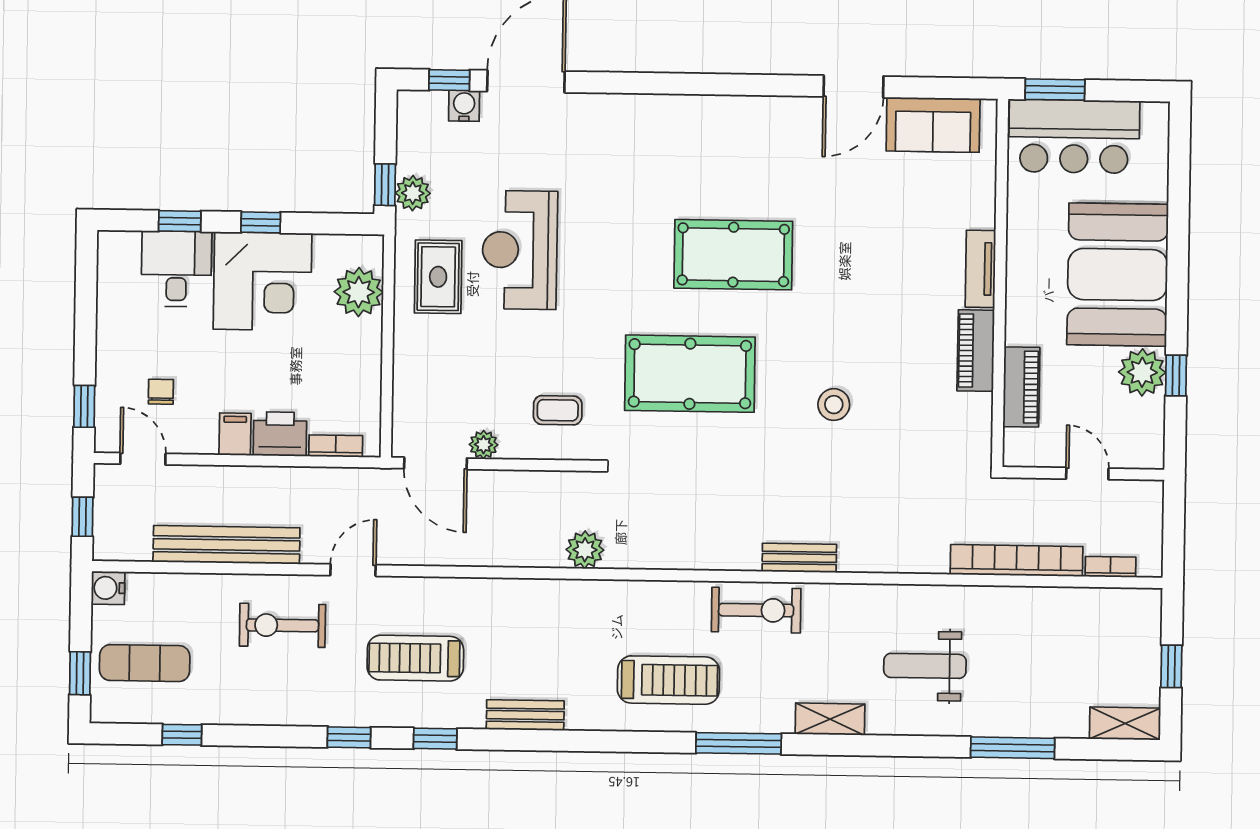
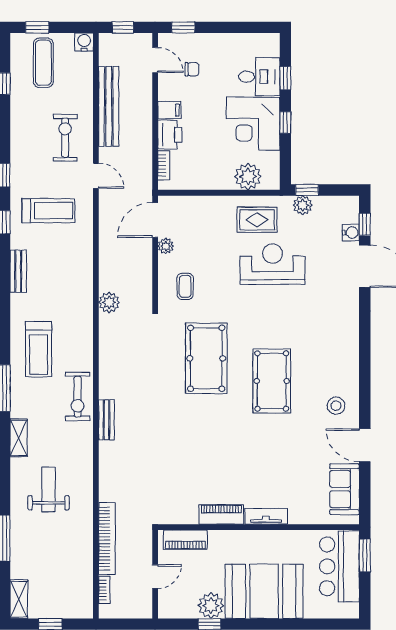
piano: (1021, 387) -> (185, 540), moved
stool: (834, 405) -> (336, 406), moved
door: (143, 459) -> (155, 60), hinge flipped
treadmill: (415, 658) -> (48, 211), turned 90

